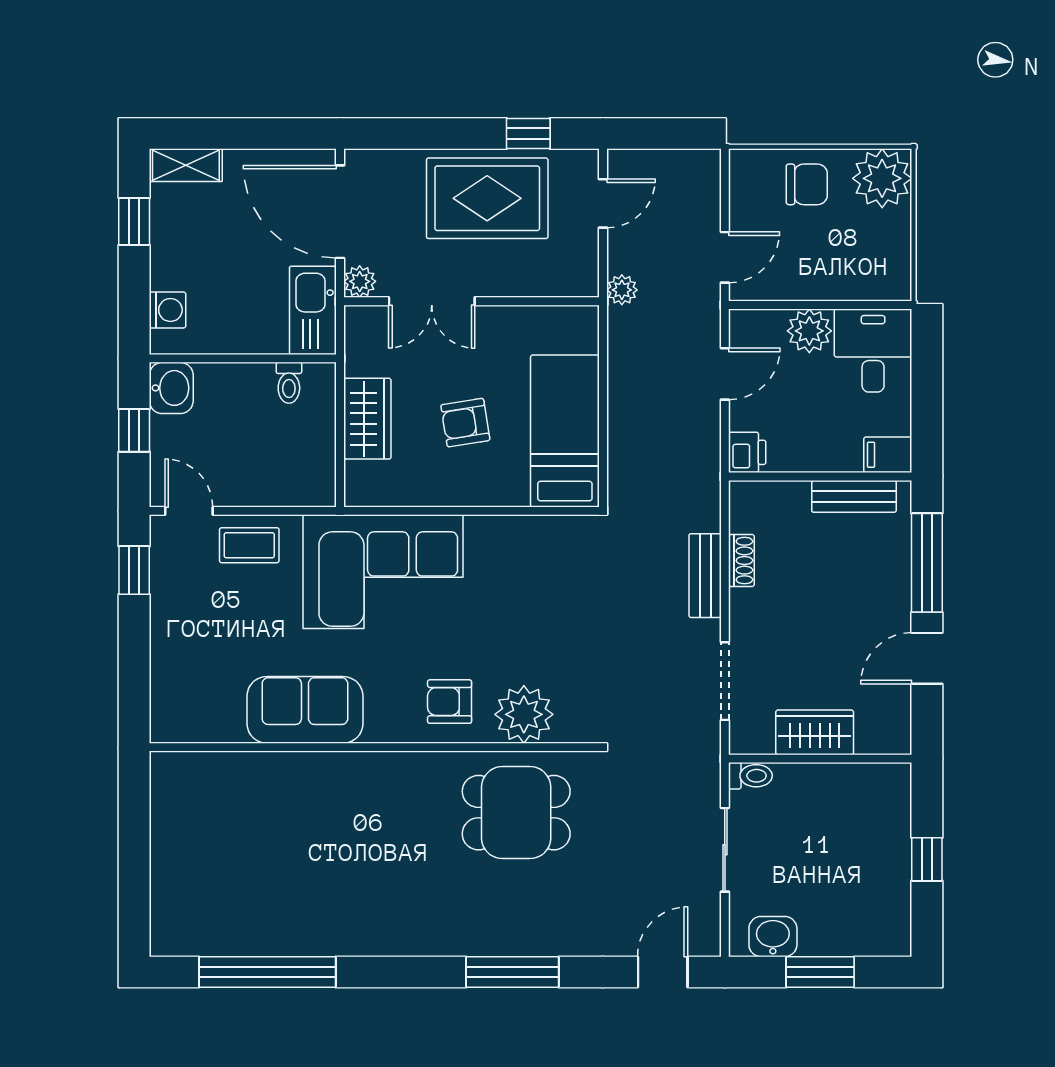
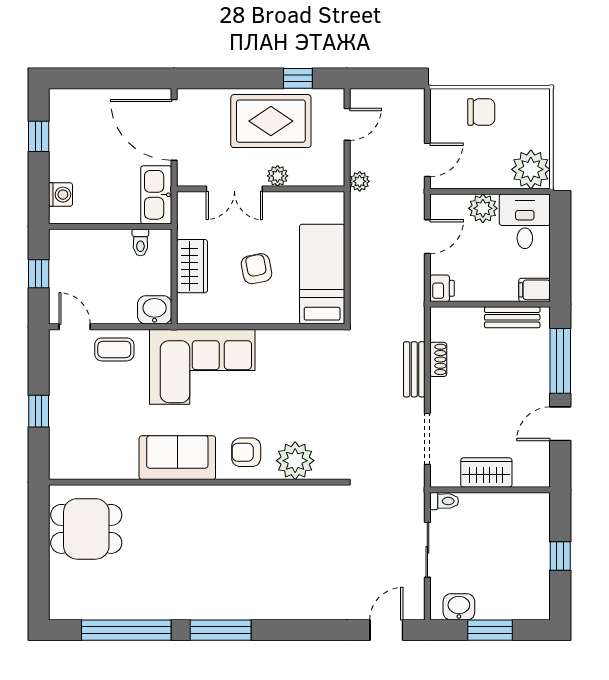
shelving: (186, 165) -> (73, 99), removed
plant: (882, 178) -> (531, 169), moved
plant: (360, 281) -> (278, 176), moved
washbasin: (171, 388) -> (155, 310), moved, turned -90
armchair: (465, 423) -> (257, 269), turned 88
window: (134, 570) -> (39, 411), moved
sofa: (305, 710) -> (177, 458), moved
dining table: (516, 813) -> (86, 529), moved
window: (512, 972) -> (221, 630), moved

